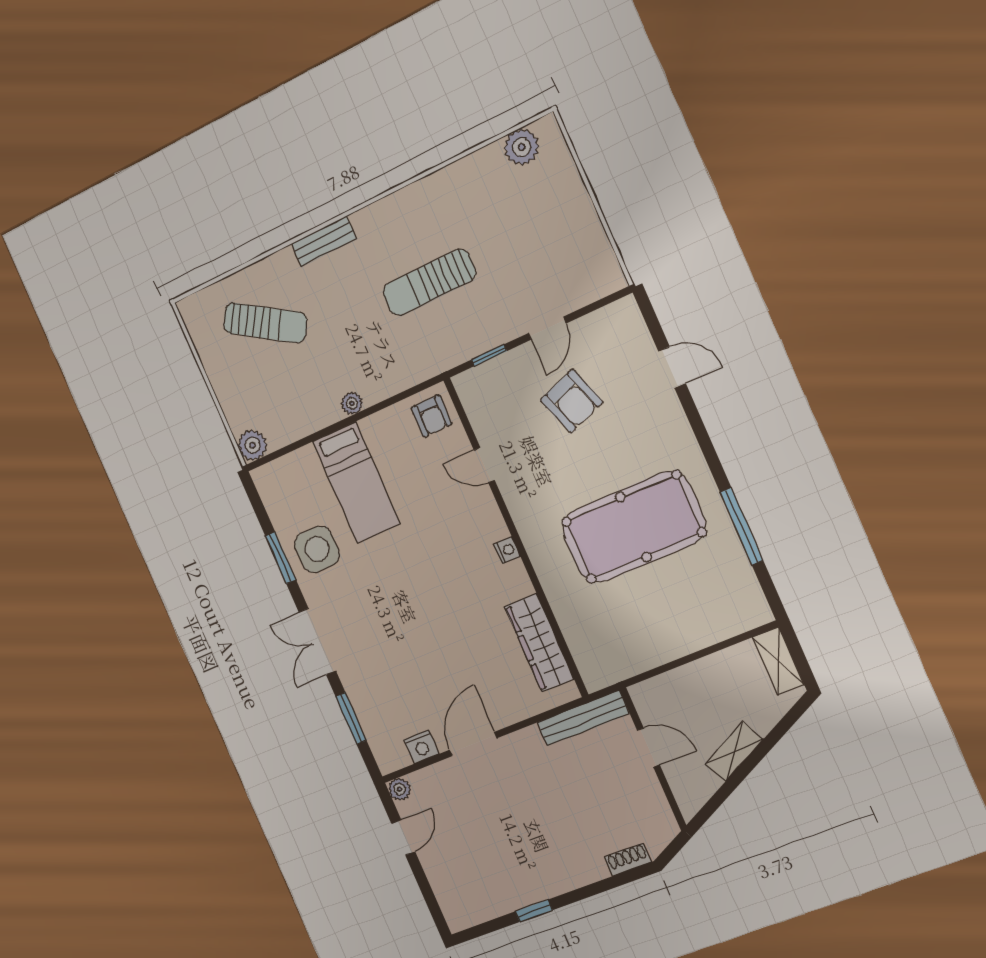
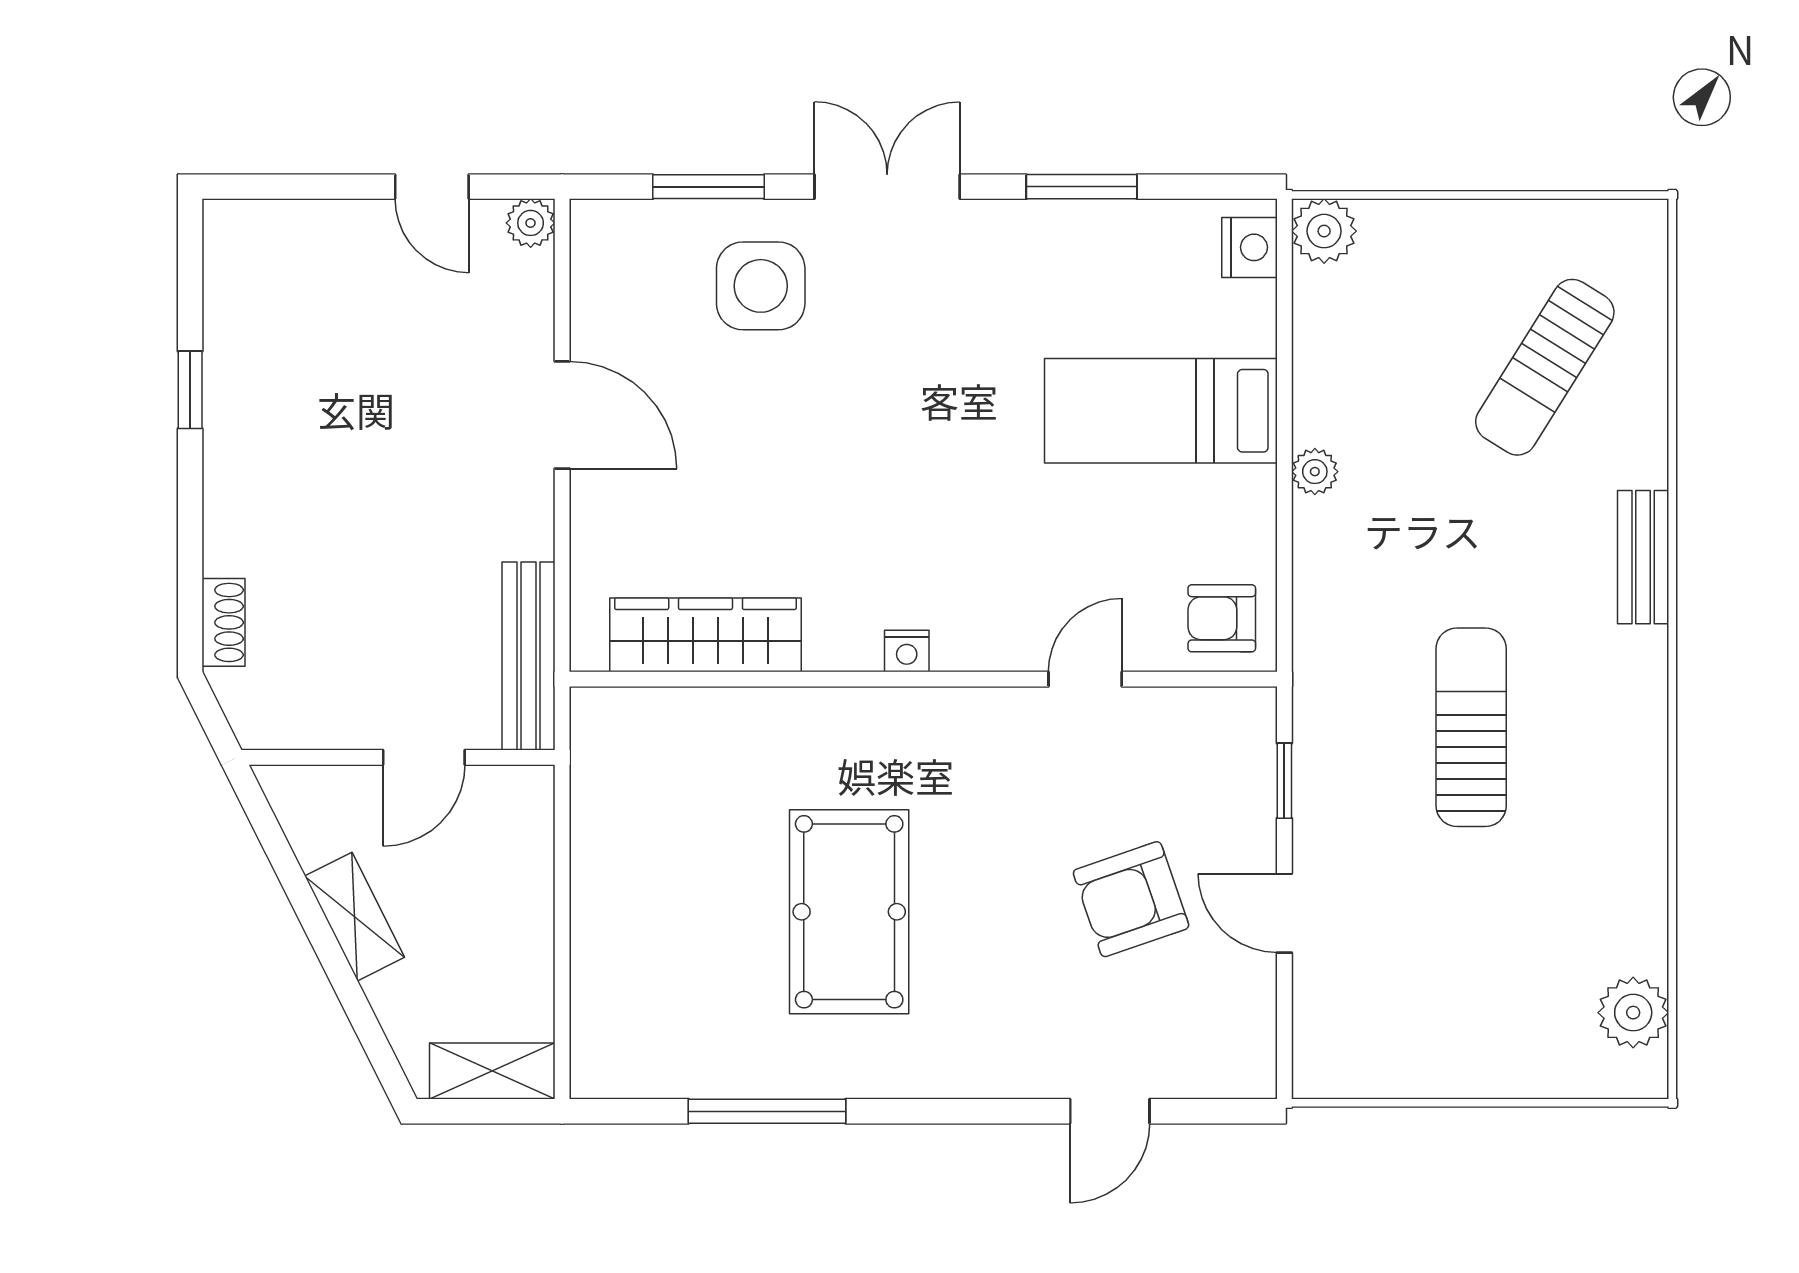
pool table: (633, 527) -> (849, 912), width x0.73, depth x0.76
side table: (317, 549) -> (761, 286), moved
nightstand: (421, 747) -> (1250, 247), moved, turned 180

